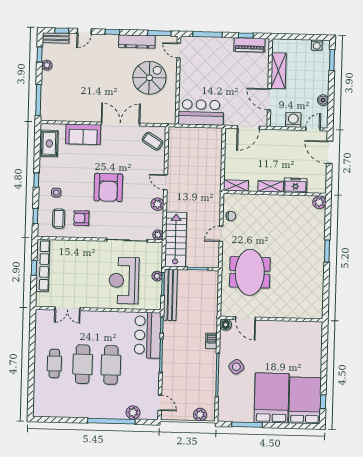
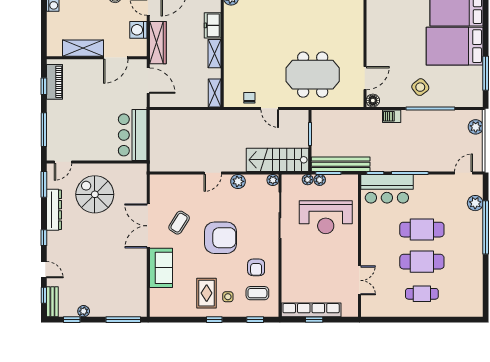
wardrobe: (282, 137) -> (158, 43), added
coffee table: (152, 141) -> (179, 223), moved
rug: (49, 143) -> (207, 293), moved, turned 90
plant: (158, 265) -> (308, 180), added

